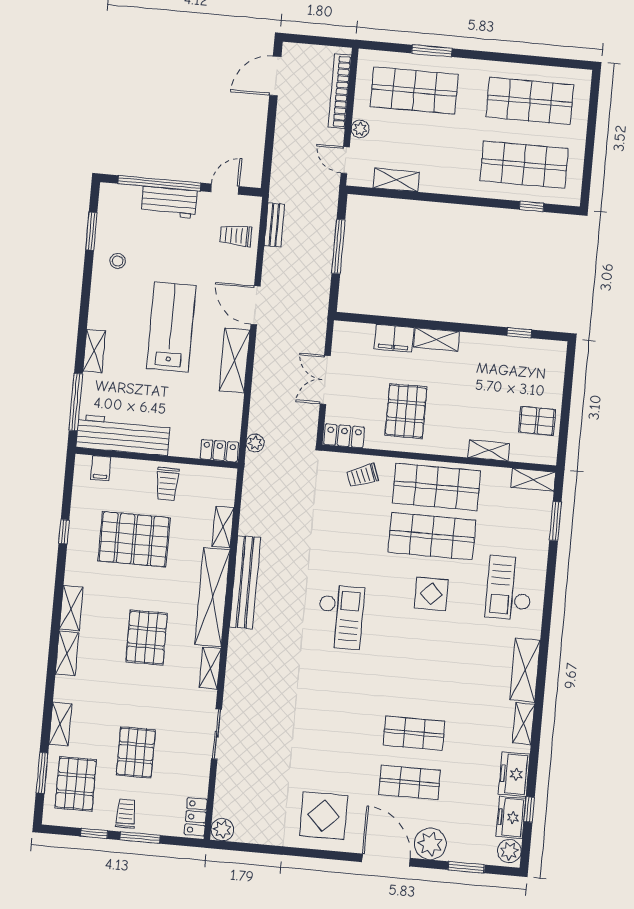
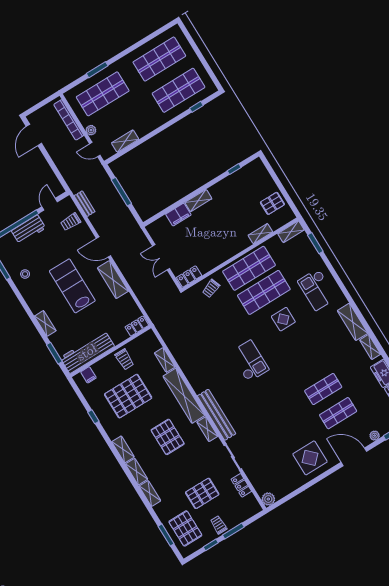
window: (76, 402) -> (54, 353), width x0.69
pallet: (406, 411) -> (209, 244), removed
plant: (255, 443) -> (151, 310), removed
bench: (245, 582) -> (217, 415), moved
shelving: (60, 724) -> (150, 493), moved
pallet: (136, 753) -> (202, 493), turned 90
locker: (196, 817) -> (241, 485), moved
plant: (430, 844) -> (375, 436), width x0.53, depth x0.53

